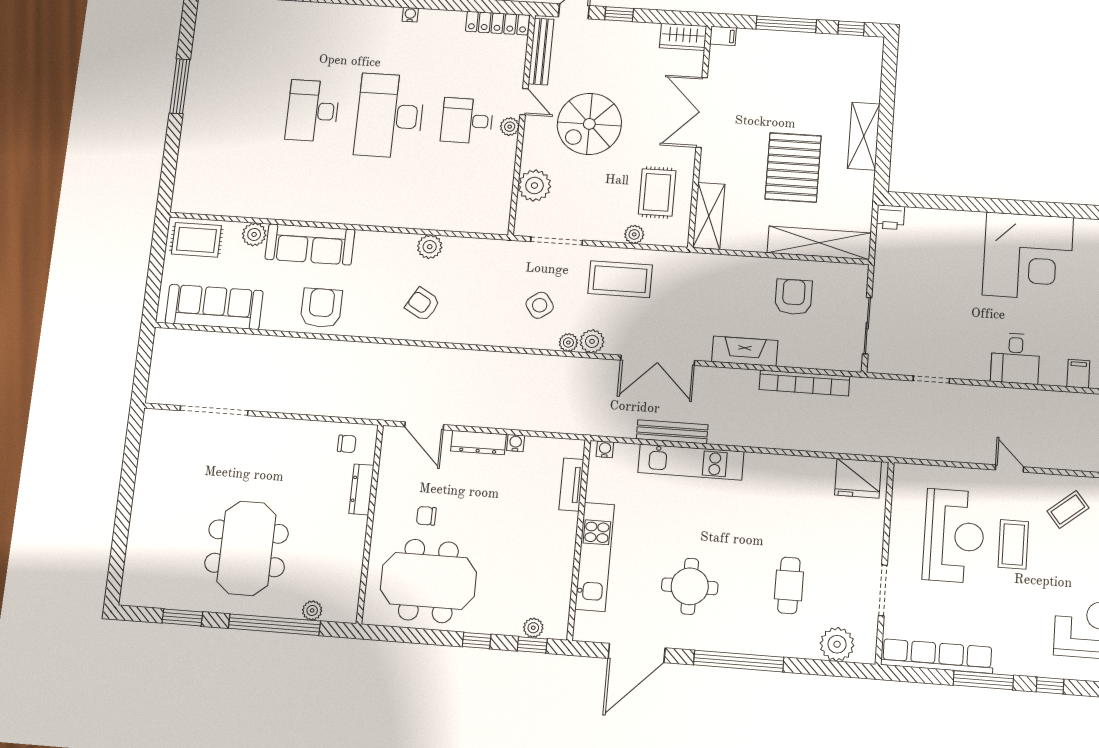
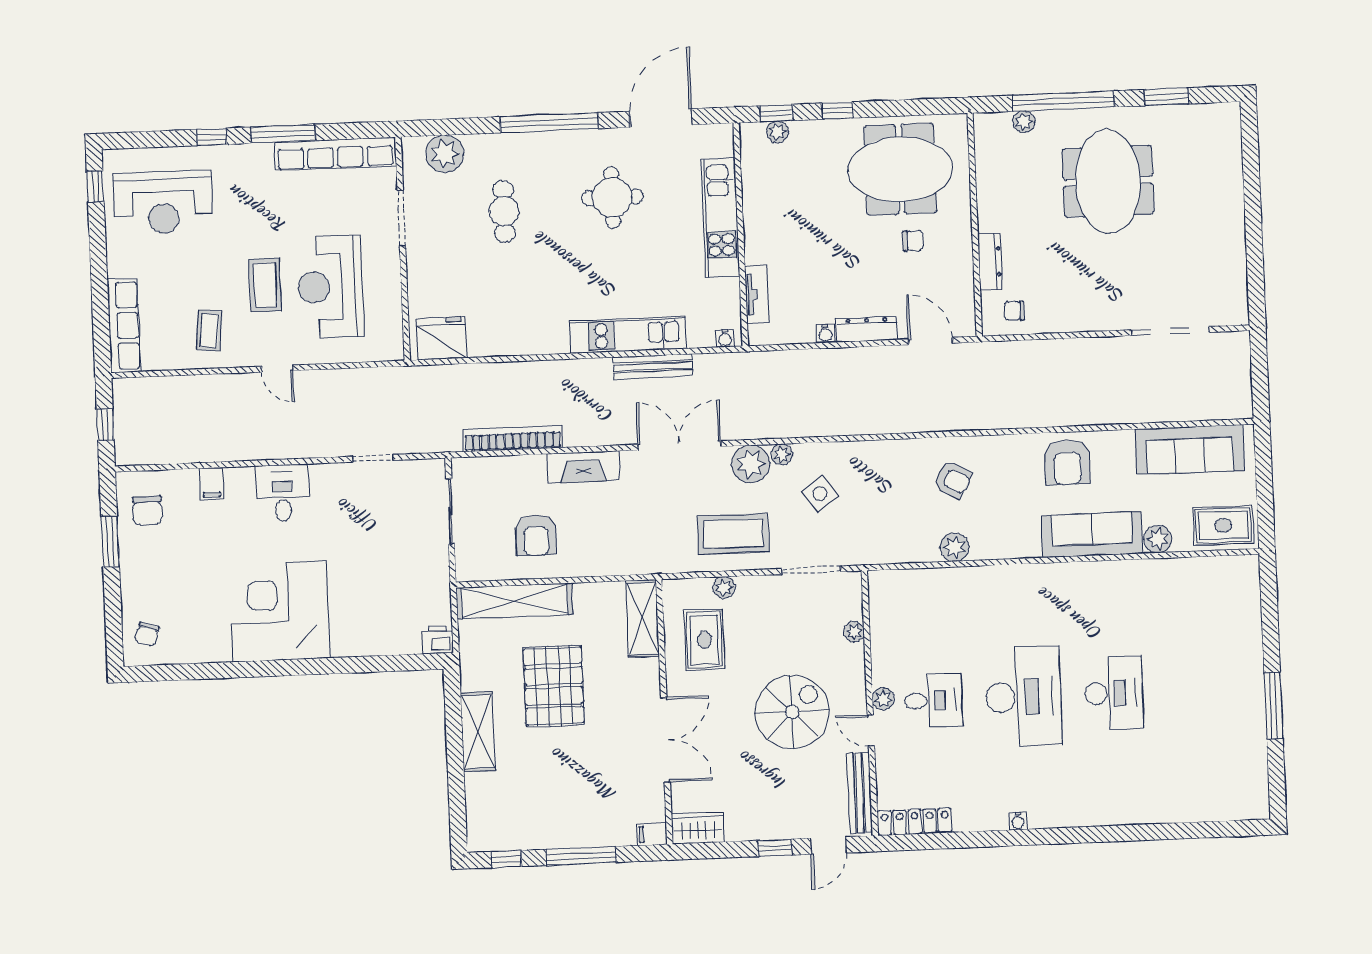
plant: (534, 185) -> (854, 632), width x0.53, depth x0.53
plant: (592, 341) -> (751, 464), width x1.36, depth x1.36
coffee table: (1068, 509) -> (209, 331), turned -45

